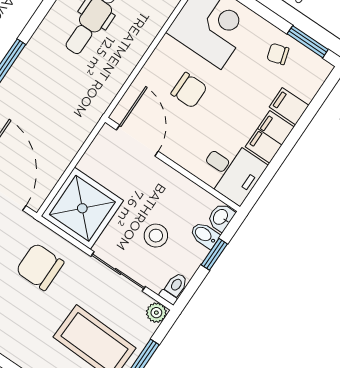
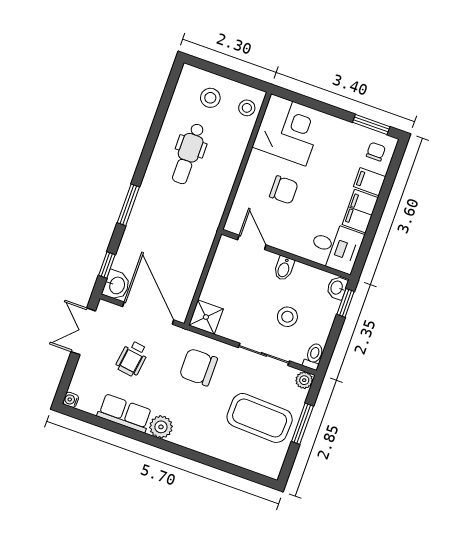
chair: (278, 54) -> (376, 152), moved, turned 107
door: (137, 141) -> (252, 242), width x0.73
shower: (82, 208) -> (206, 317), width x0.54, depth x0.54
bidet: (205, 235) -> (284, 268), moved, turned -90
window: (214, 254) -> (345, 303), moved

